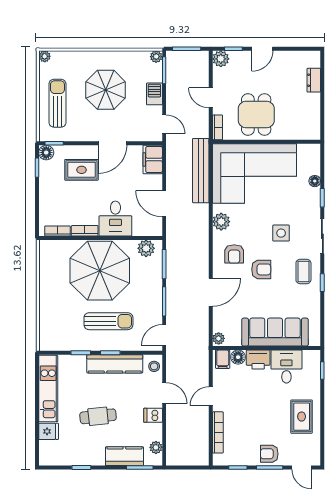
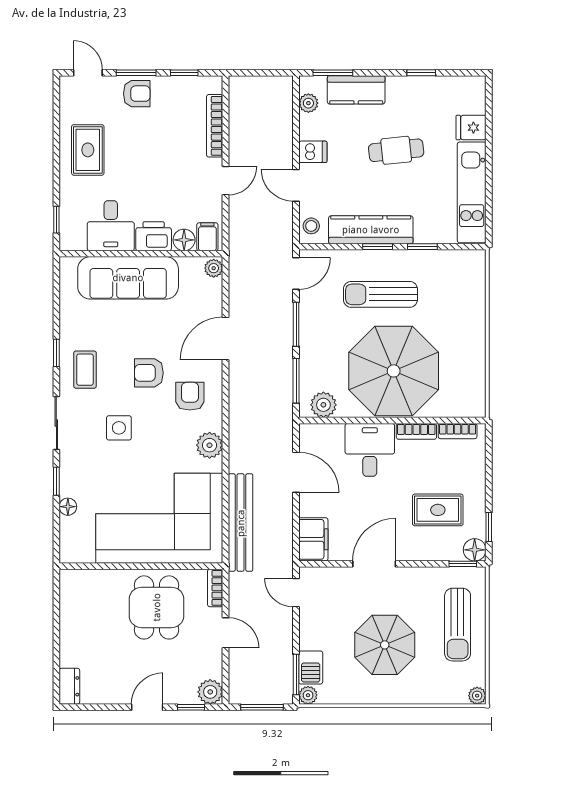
dresser: (314, 80) -> (69, 686), moved
barbecue: (154, 94) -> (311, 667), moved
rug: (82, 170) -> (438, 510), moved

